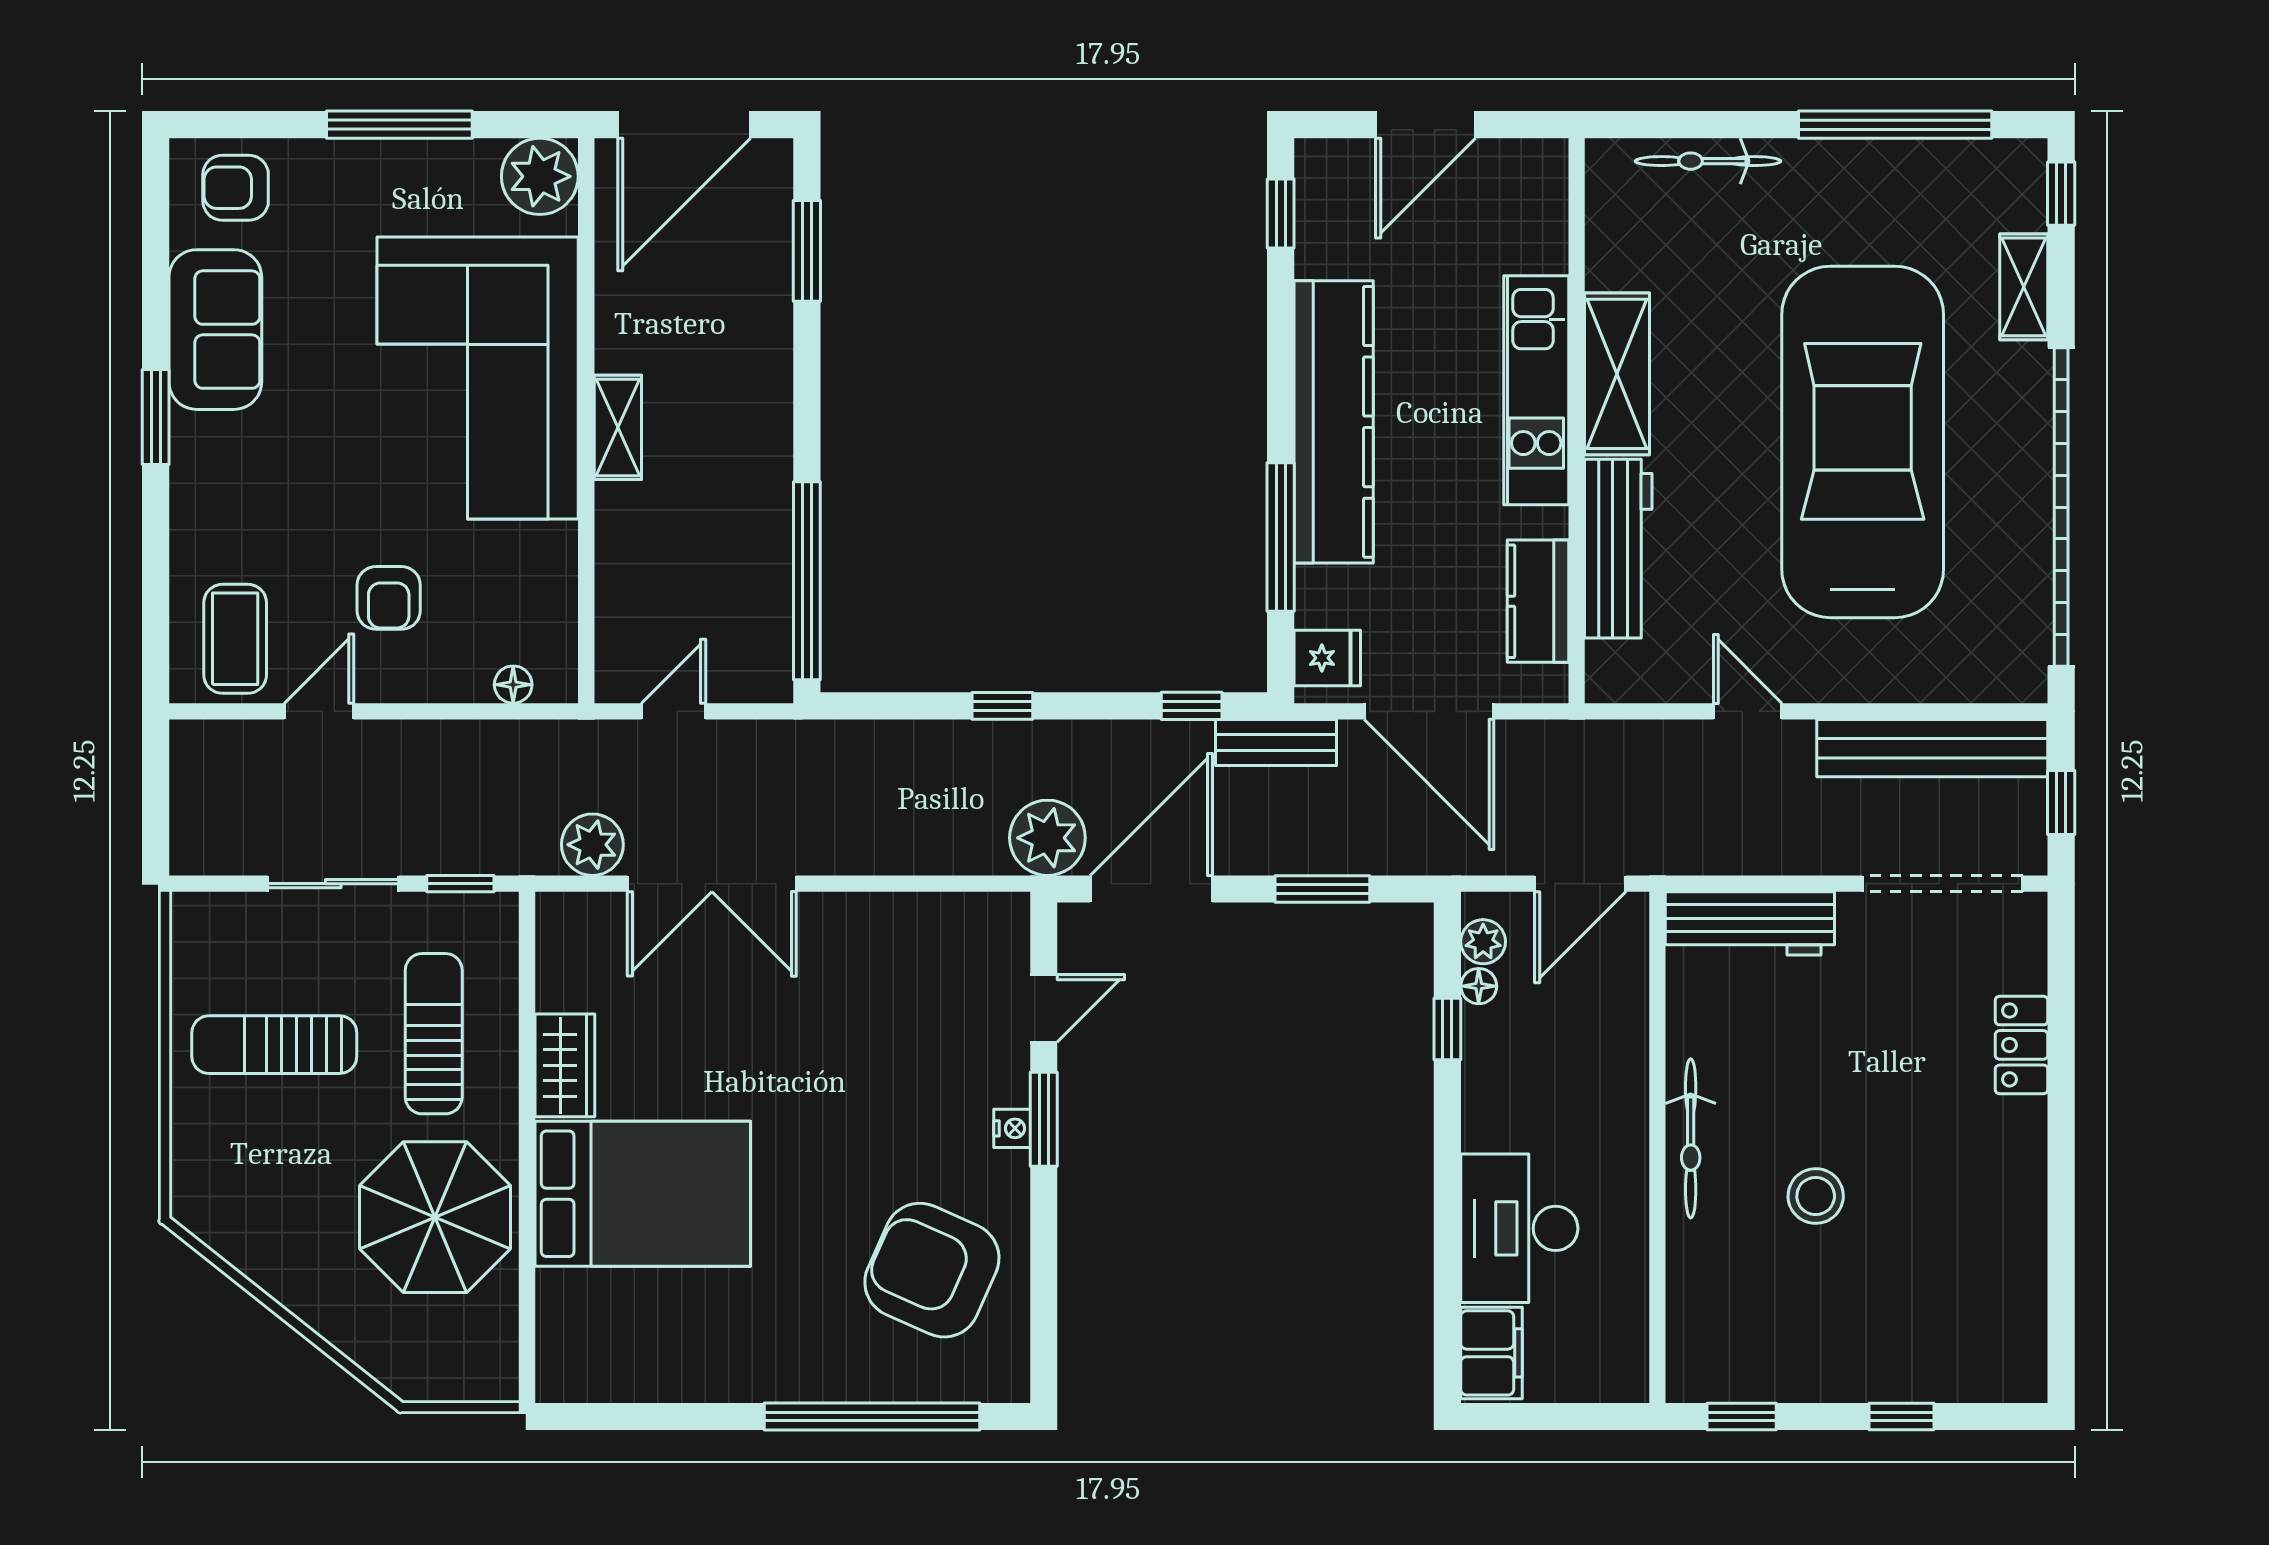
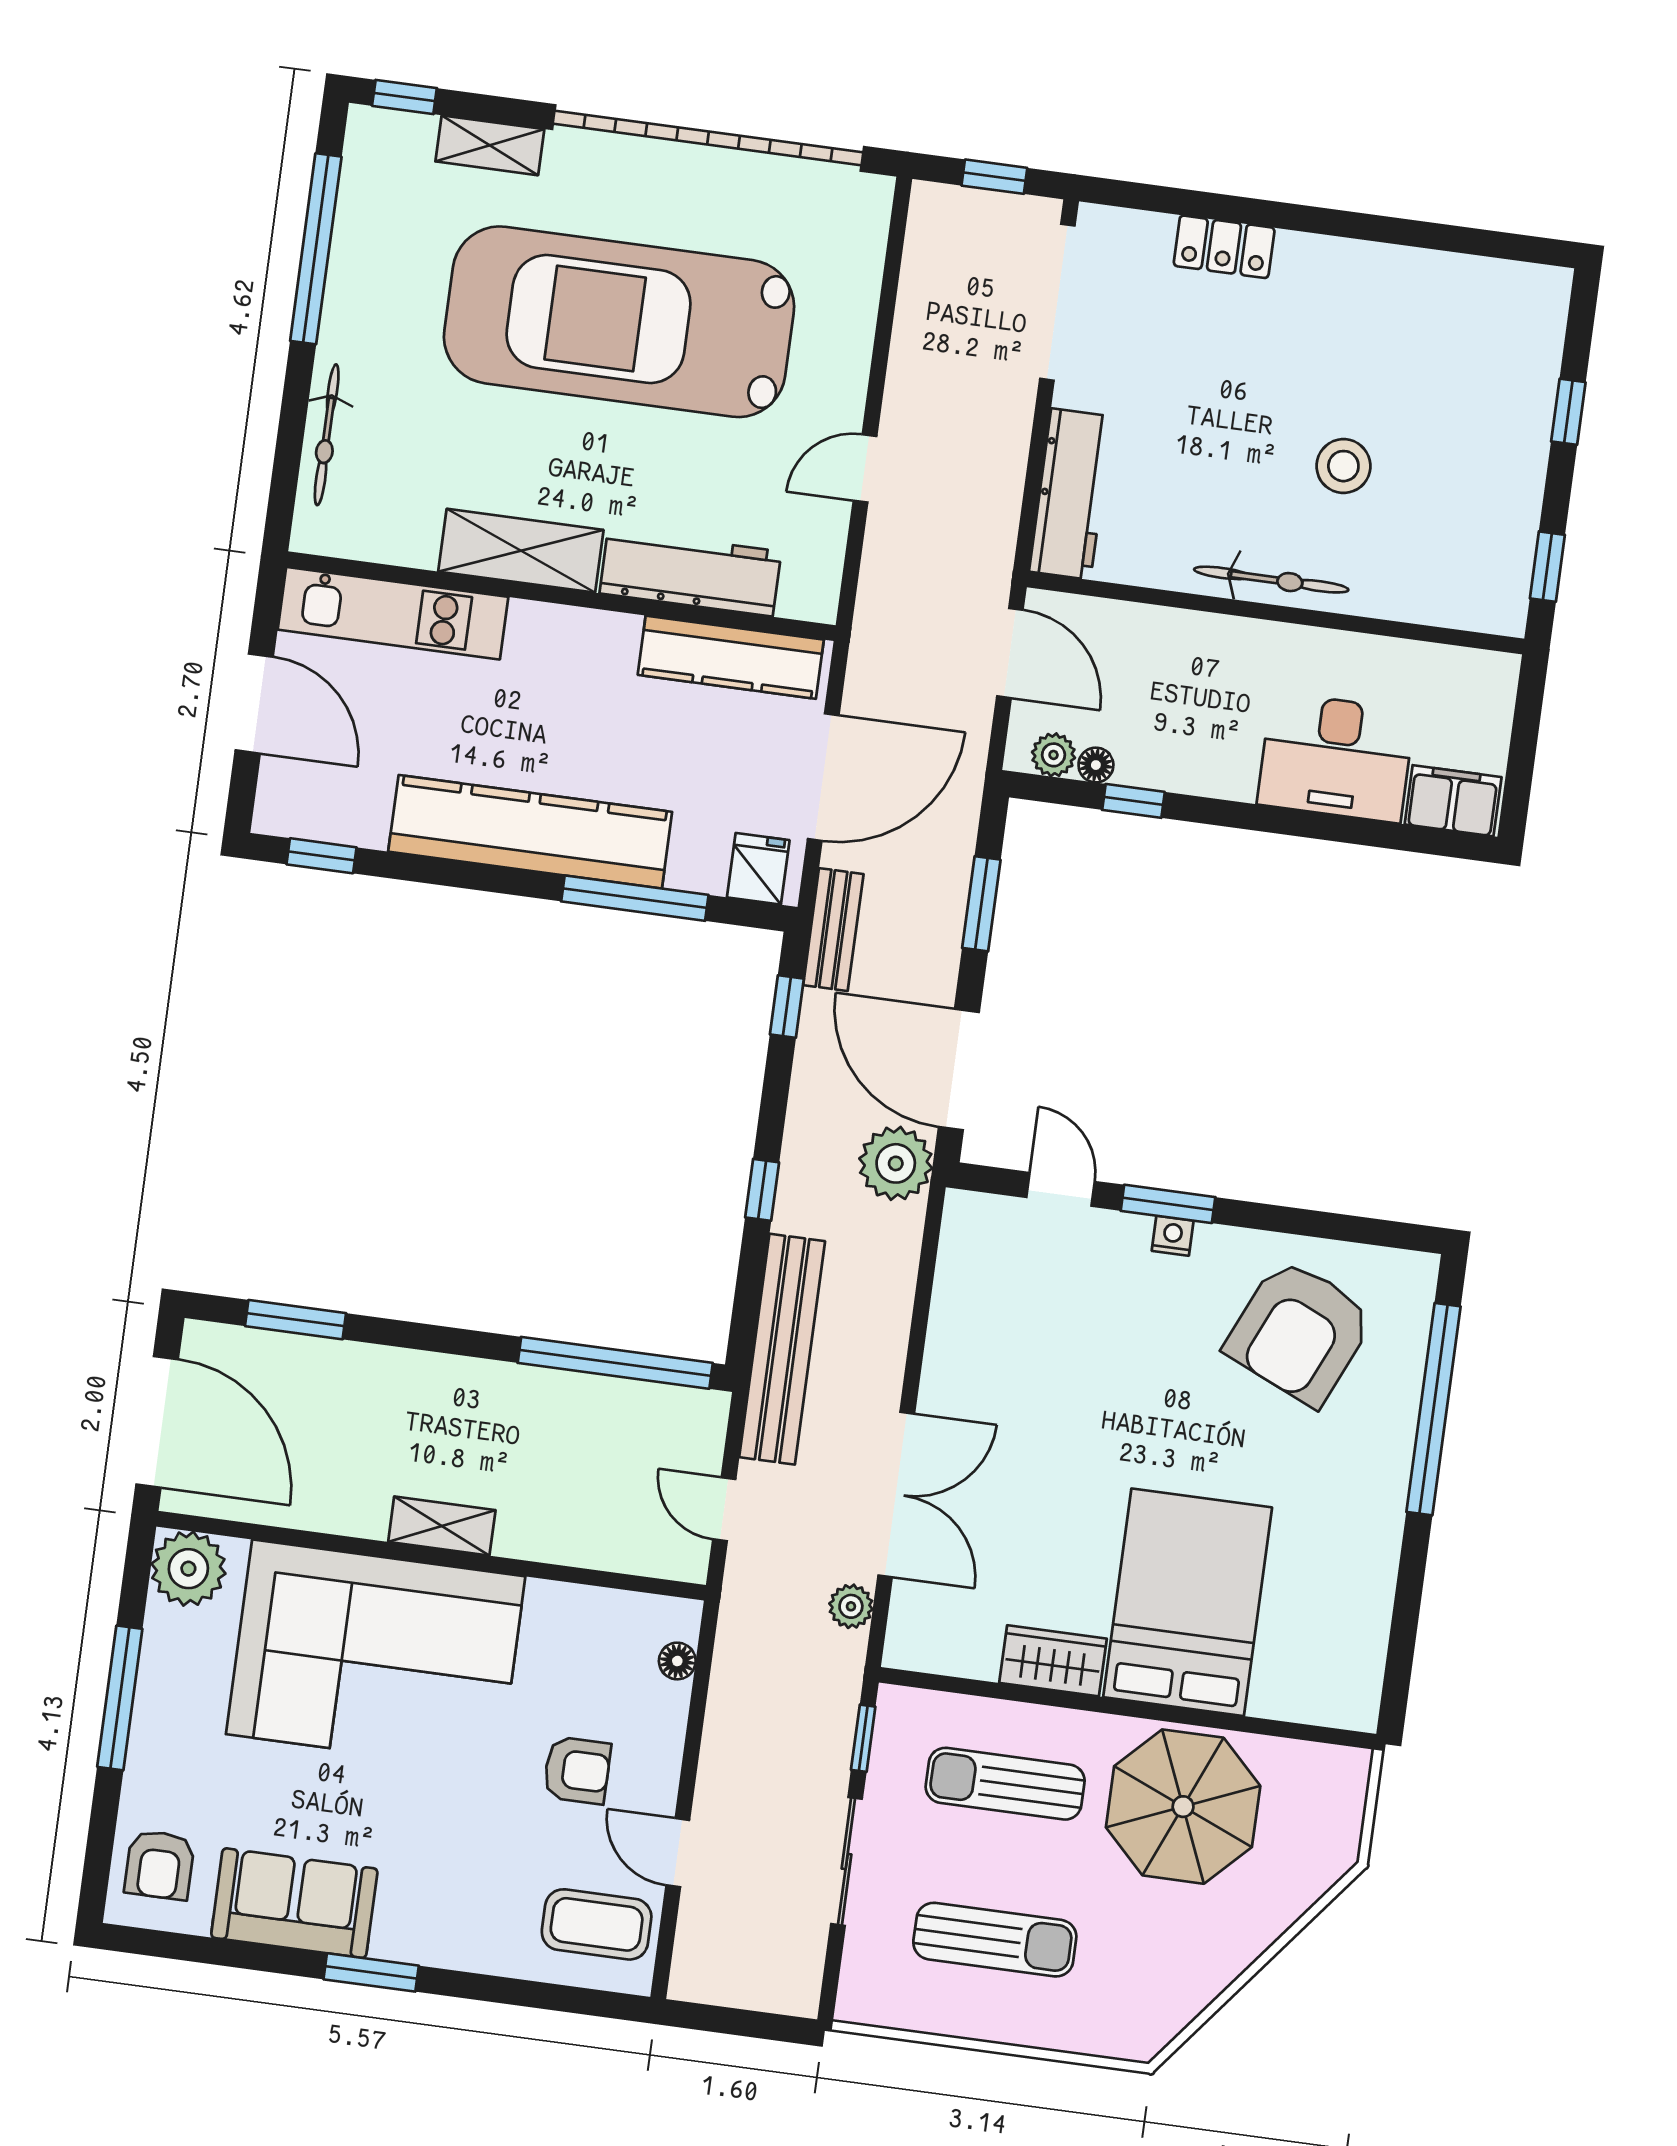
kitchen unit: (1536, 390) -> (393, 613), moved
kitchen counter: (1538, 601) -> (731, 657), width x1.50
bench: (1932, 748) -> (782, 1349), moved
plant: (592, 845) -> (851, 1606), width x0.73, depth x0.73
sun lounger: (274, 1045) -> (995, 1940), turned -90

